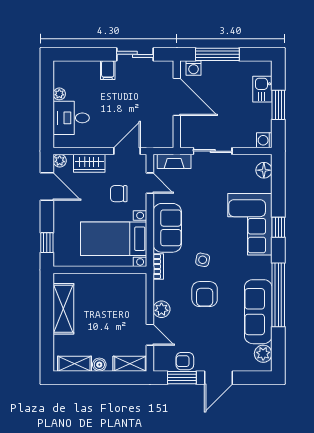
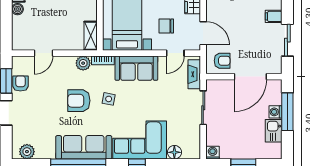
washing machine: (194, 68) -> (275, 112), moved
kitchen sink: (262, 89) -> (274, 131), moved, turned -90
armchair: (159, 129) -> (222, 61), added
floor lamp: (264, 170) -> (174, 152), moved
chair: (119, 194) -> (166, 26), turned -90
plant: (161, 309) -> (83, 63), moved
sofa: (258, 312) -> (84, 147), moved
shelving: (130, 364) -> (91, 36), moved

